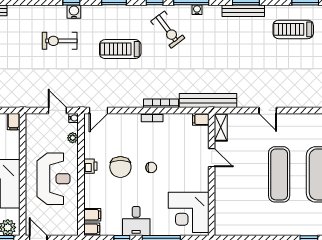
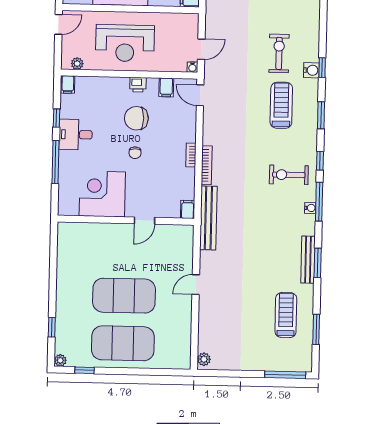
exercise bike: (168, 30) -> (289, 175), turned 37
treadmill: (120, 49) -> (281, 105), moved
shelving: (221, 127) -> (178, 232), removed
plant: (73, 138) -> (77, 64), moved
exercise mat: (279, 174) -> (124, 296), width x1.47
corner desk: (189, 212) -> (102, 194), moved
filing cabinet: (92, 215) -> (166, 87), moved

